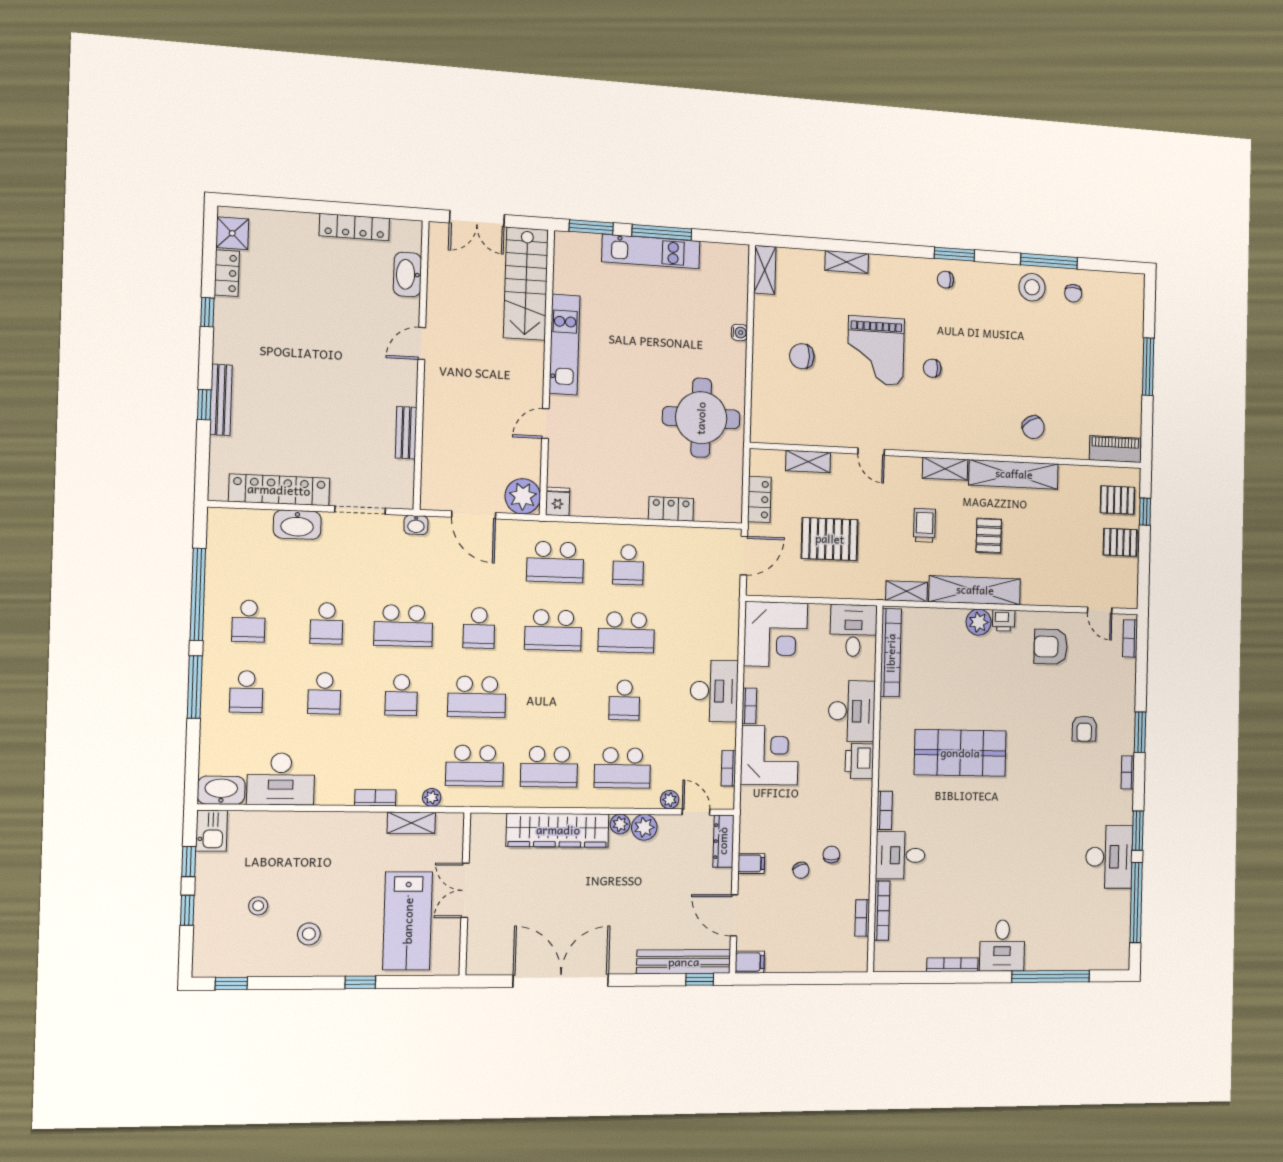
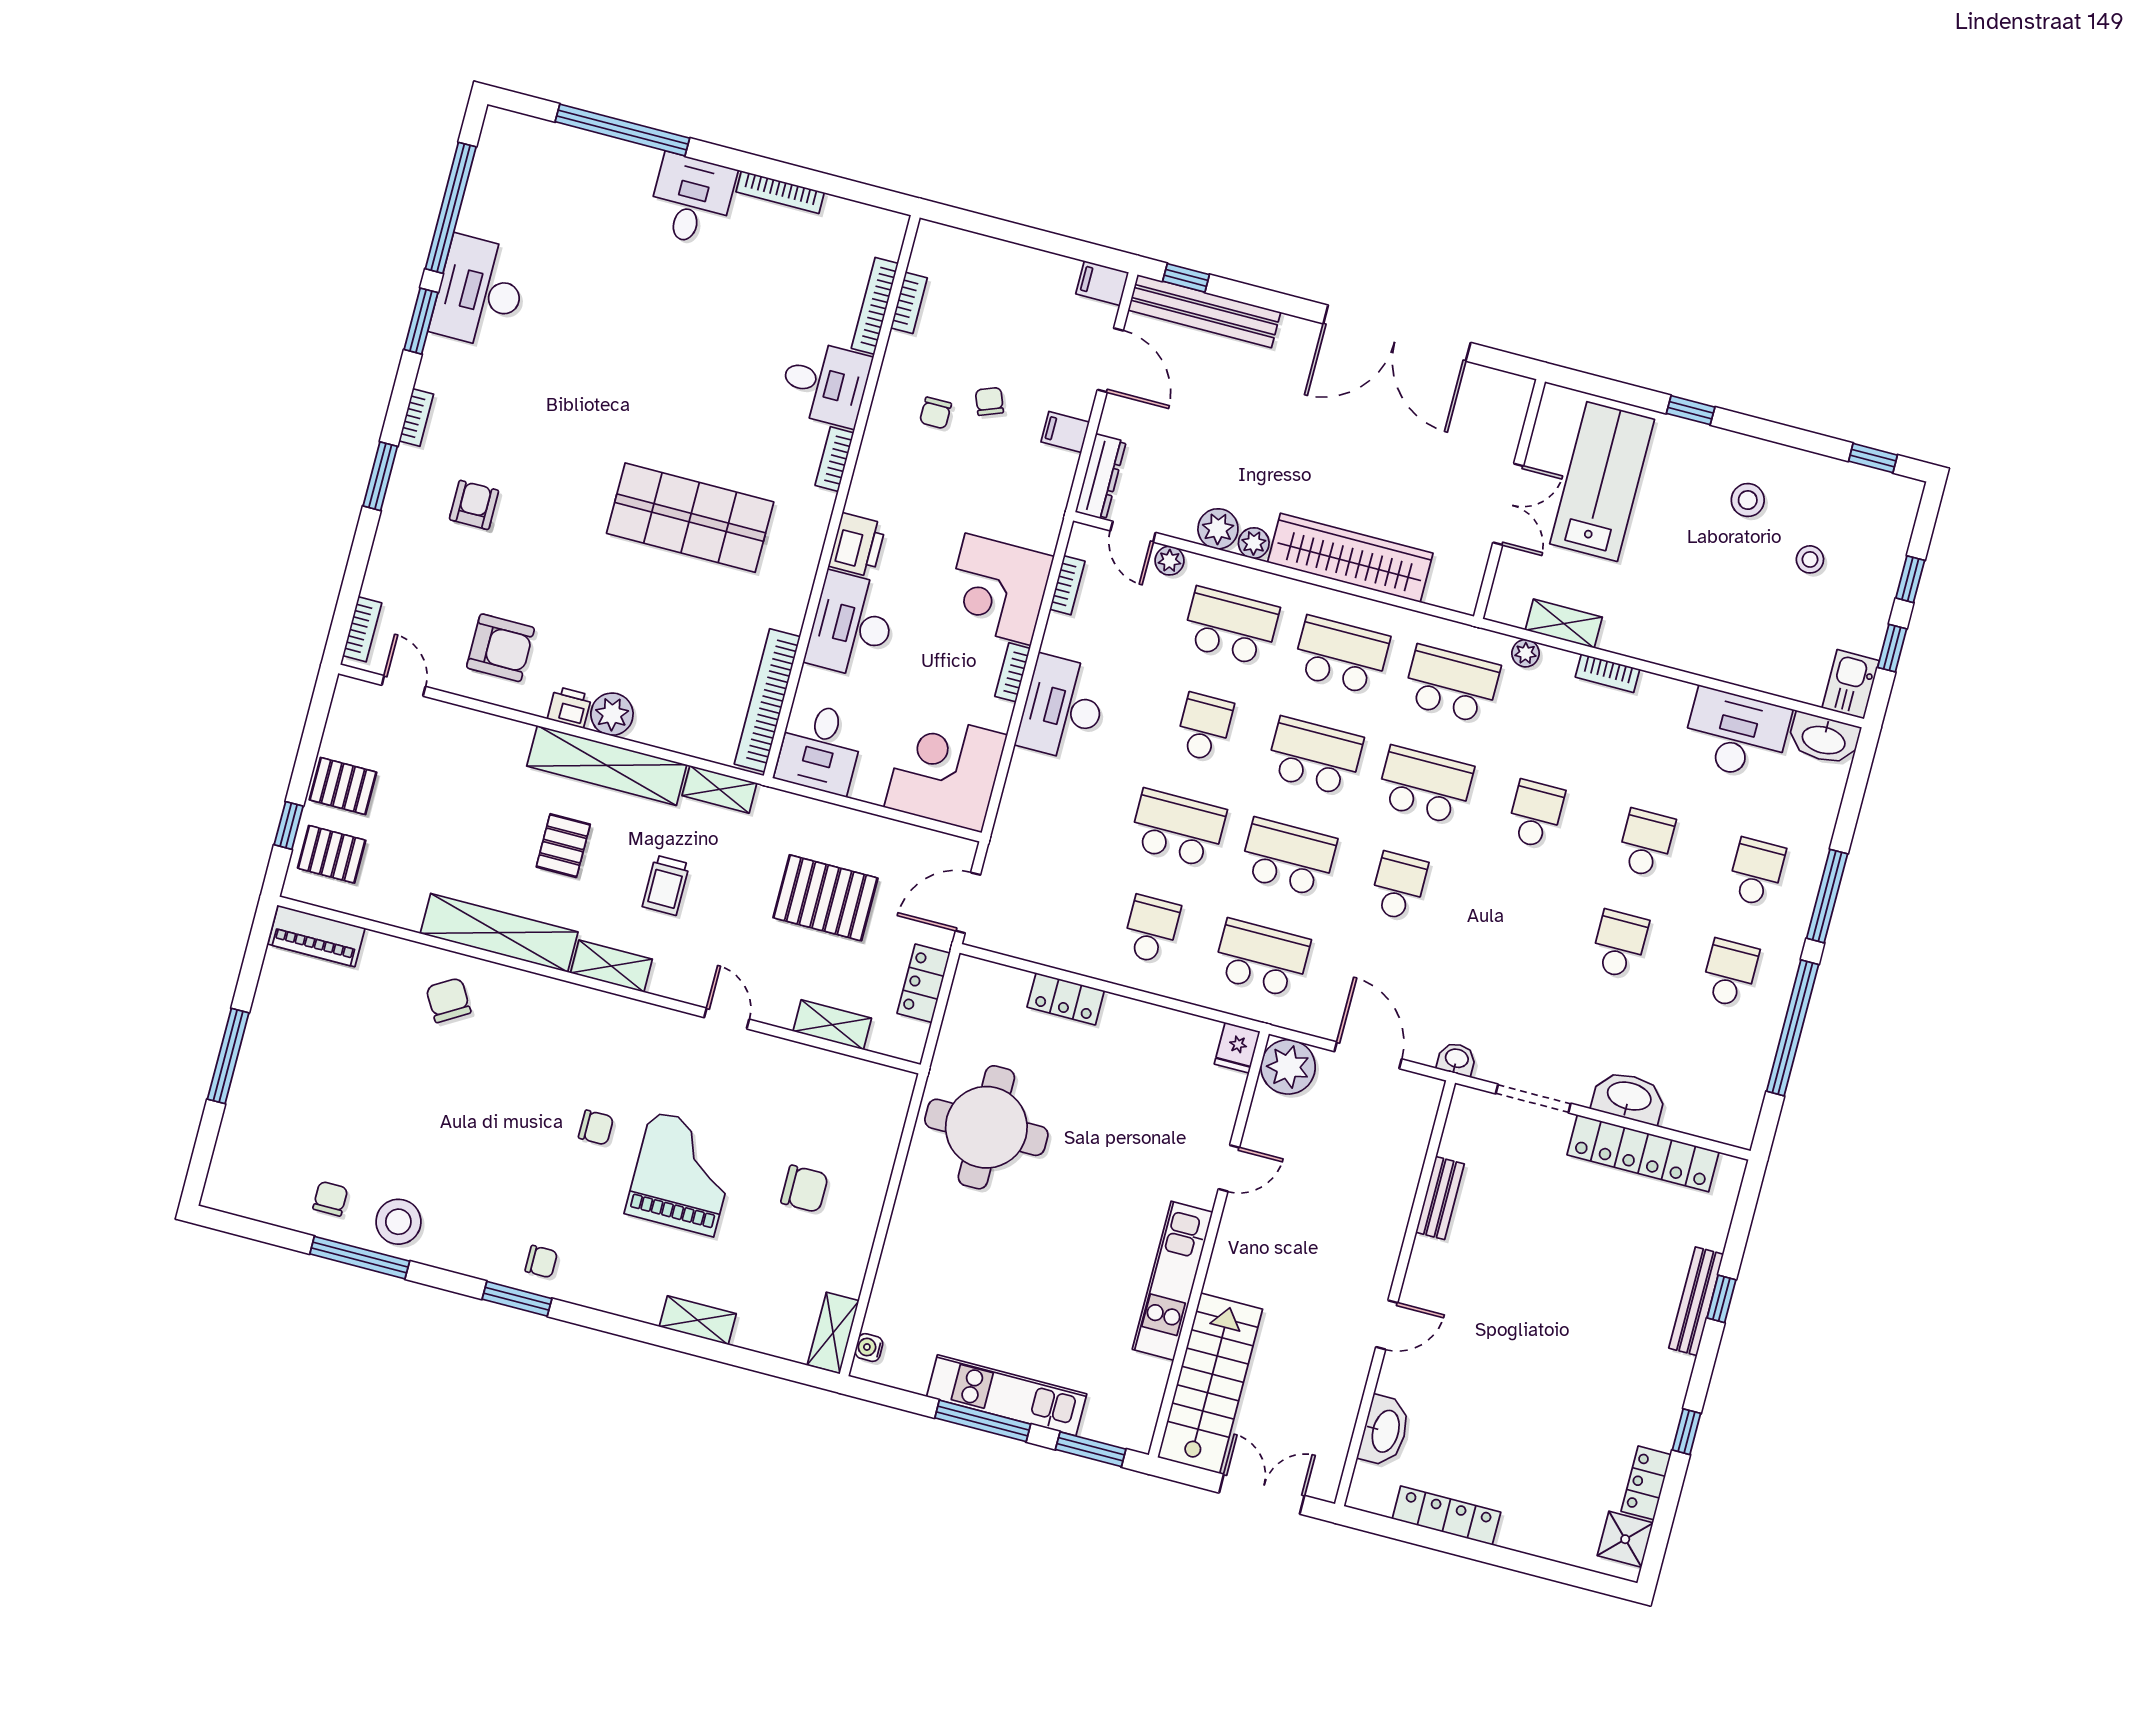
water cooler: (739, 332) -> (869, 1348), moved
school desk: (403, 626) -> (1315, 756), moved

